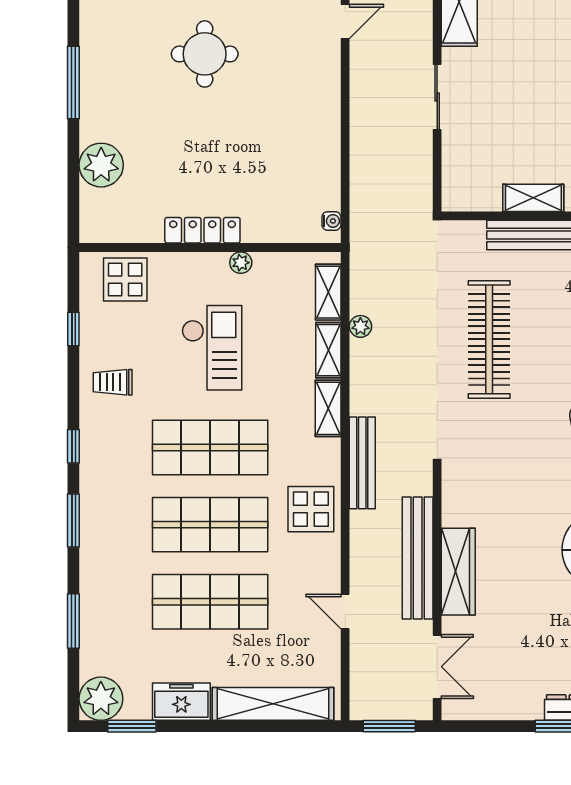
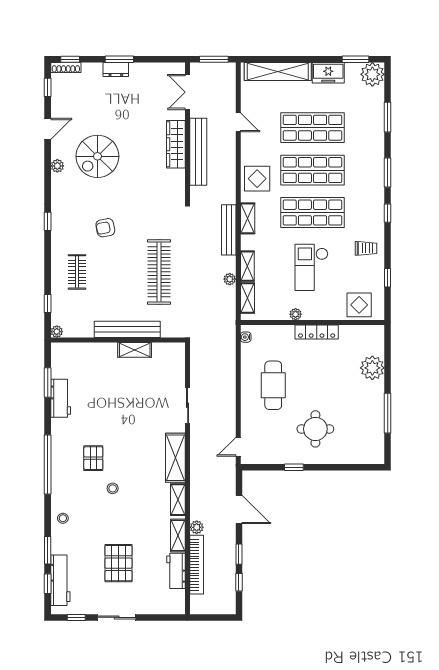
cafe table: (281, 133) -> (273, 385), added
shelving: (328, 408) -> (248, 218), moved
bench: (362, 463) -> (229, 230), moved

